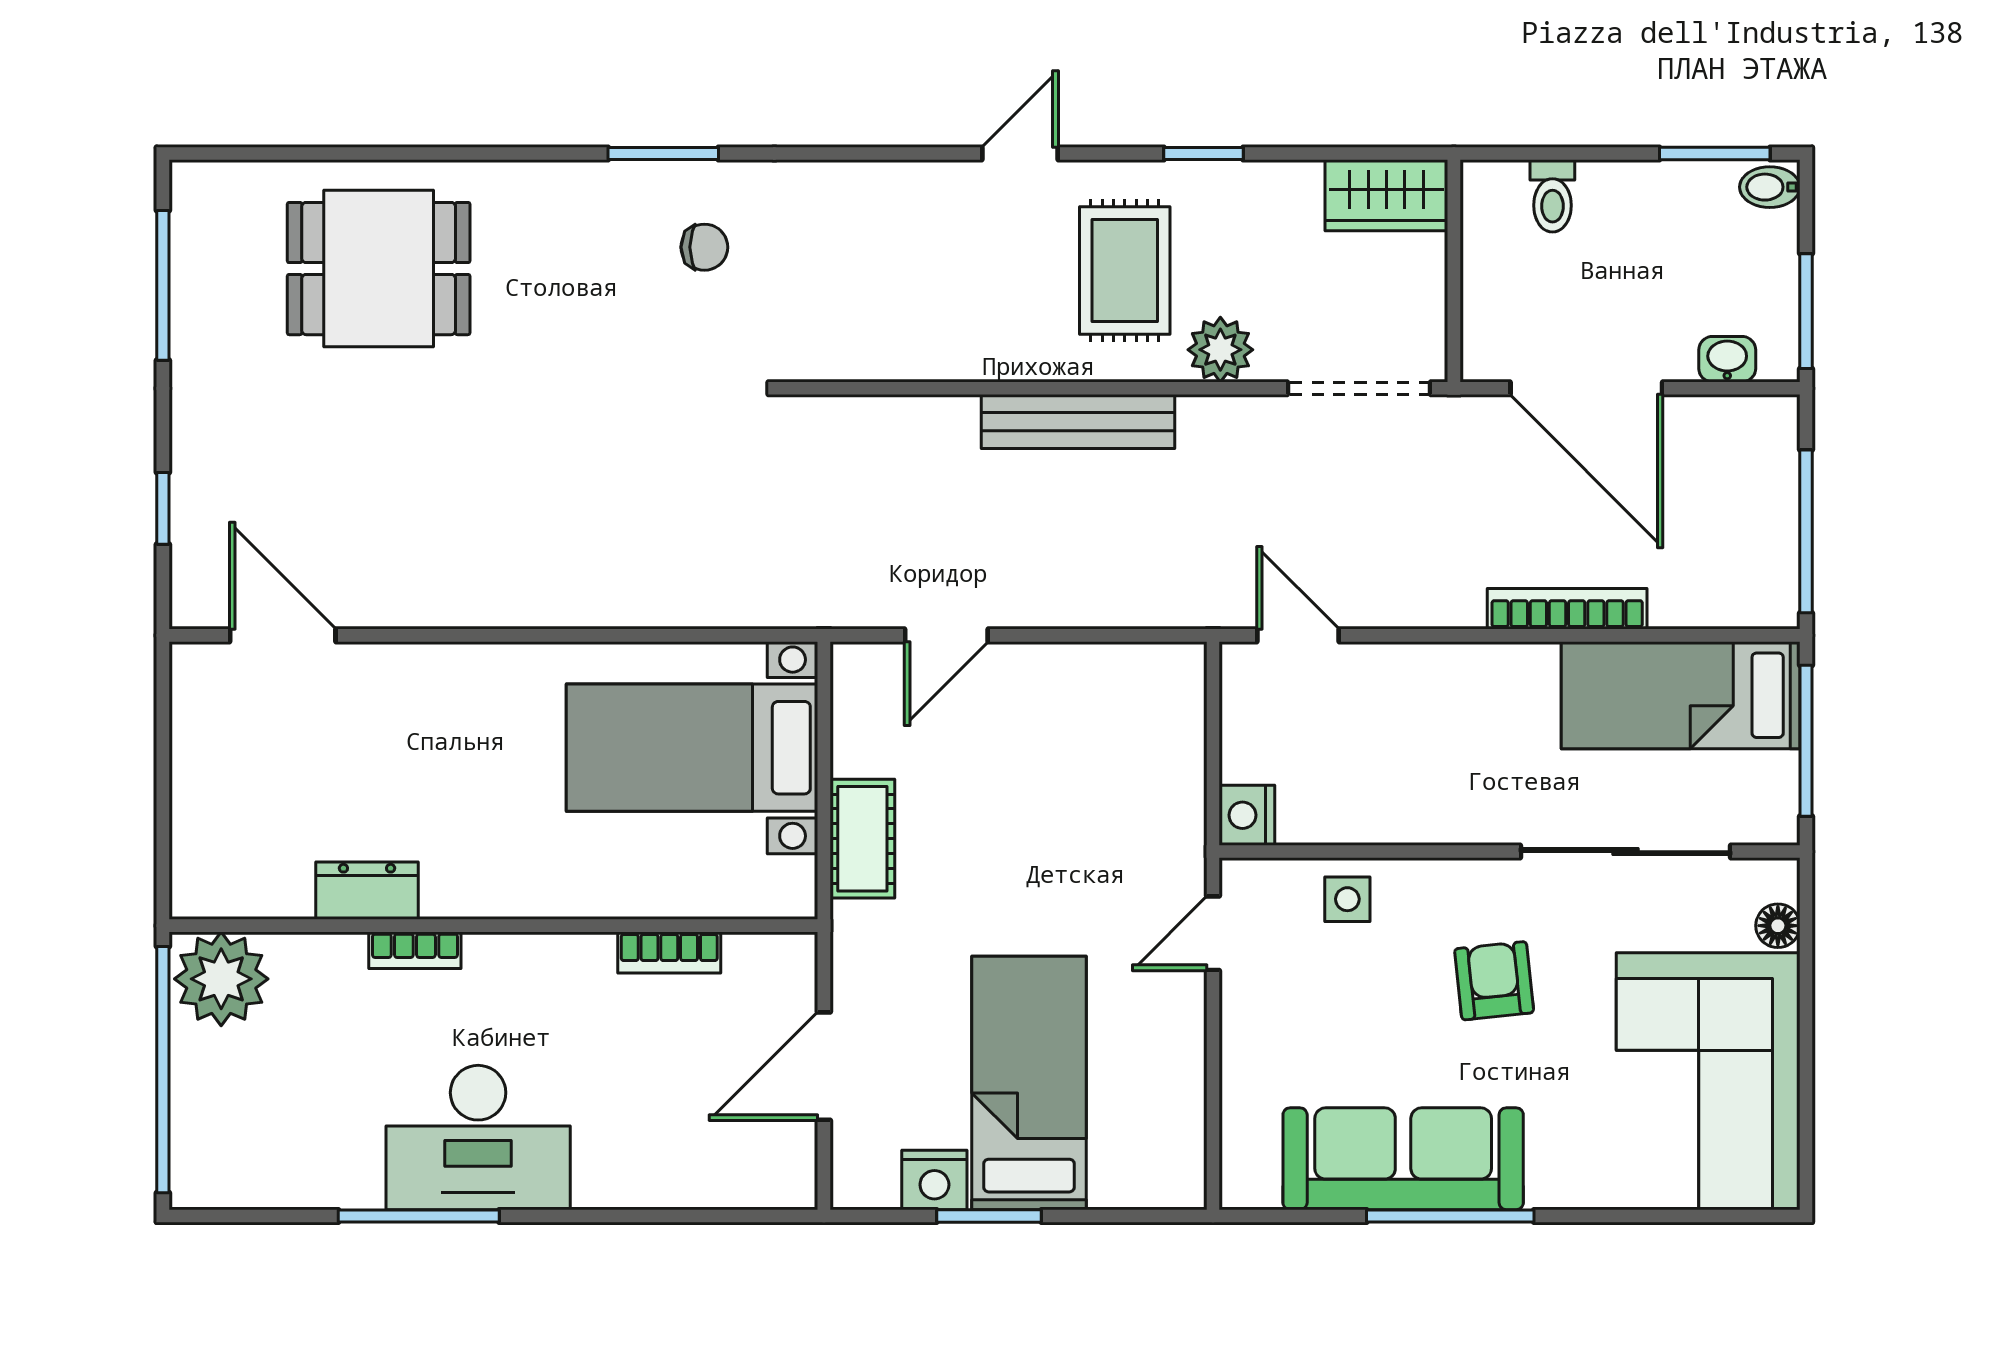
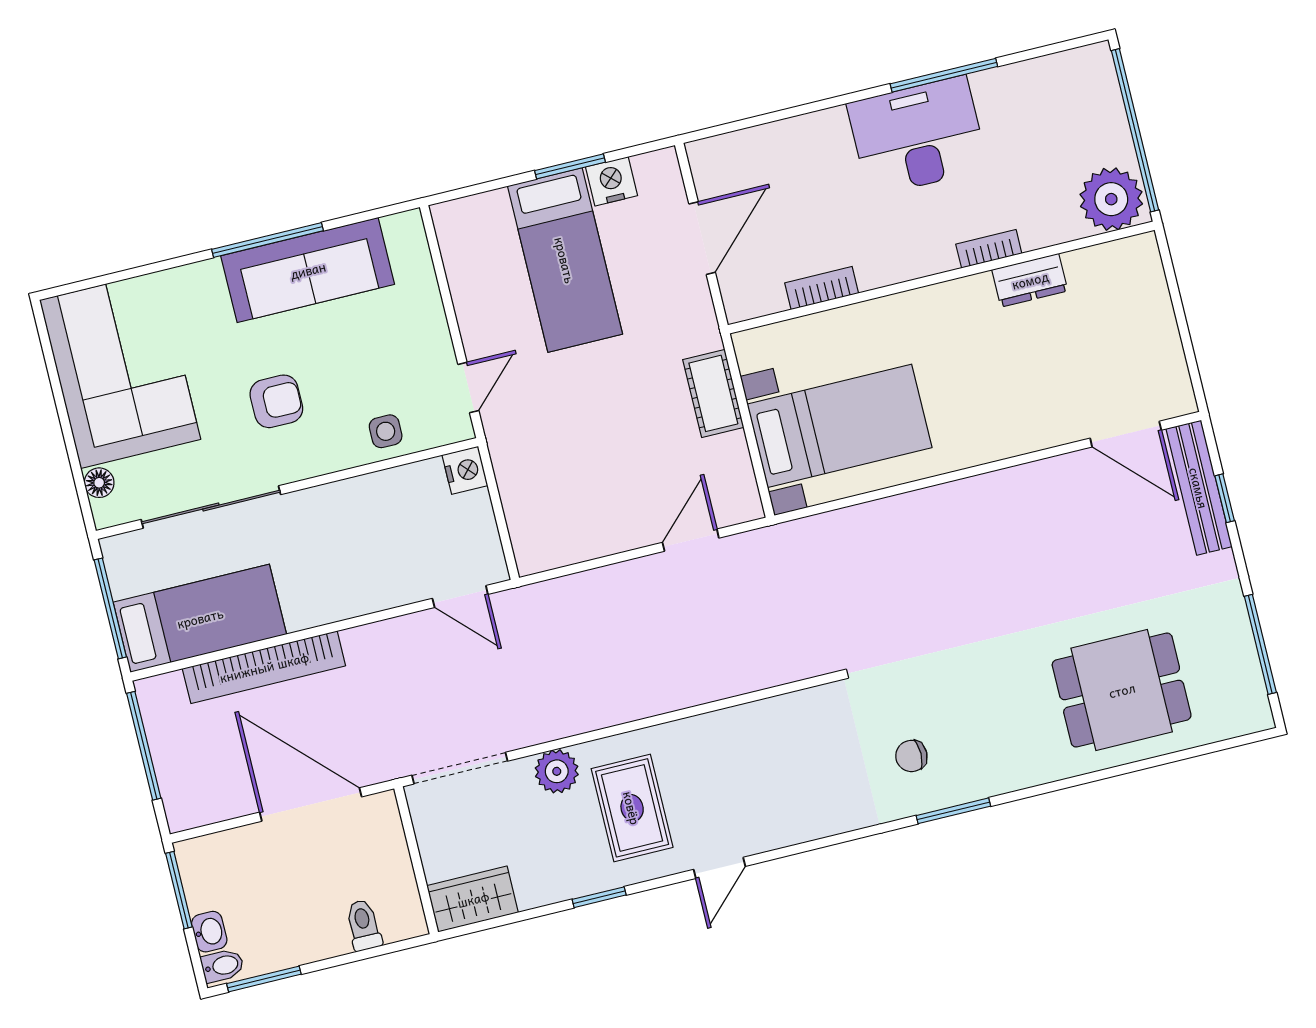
washbasin: (1727, 359) -> (209, 932), moved, turned -90
bench: (1078, 421) -> (1199, 488), moved, turned 90
bookcase: (1567, 609) -> (264, 667), width x1.48, depth x1.31
armchair: (1494, 981) -> (276, 401), turned -84

